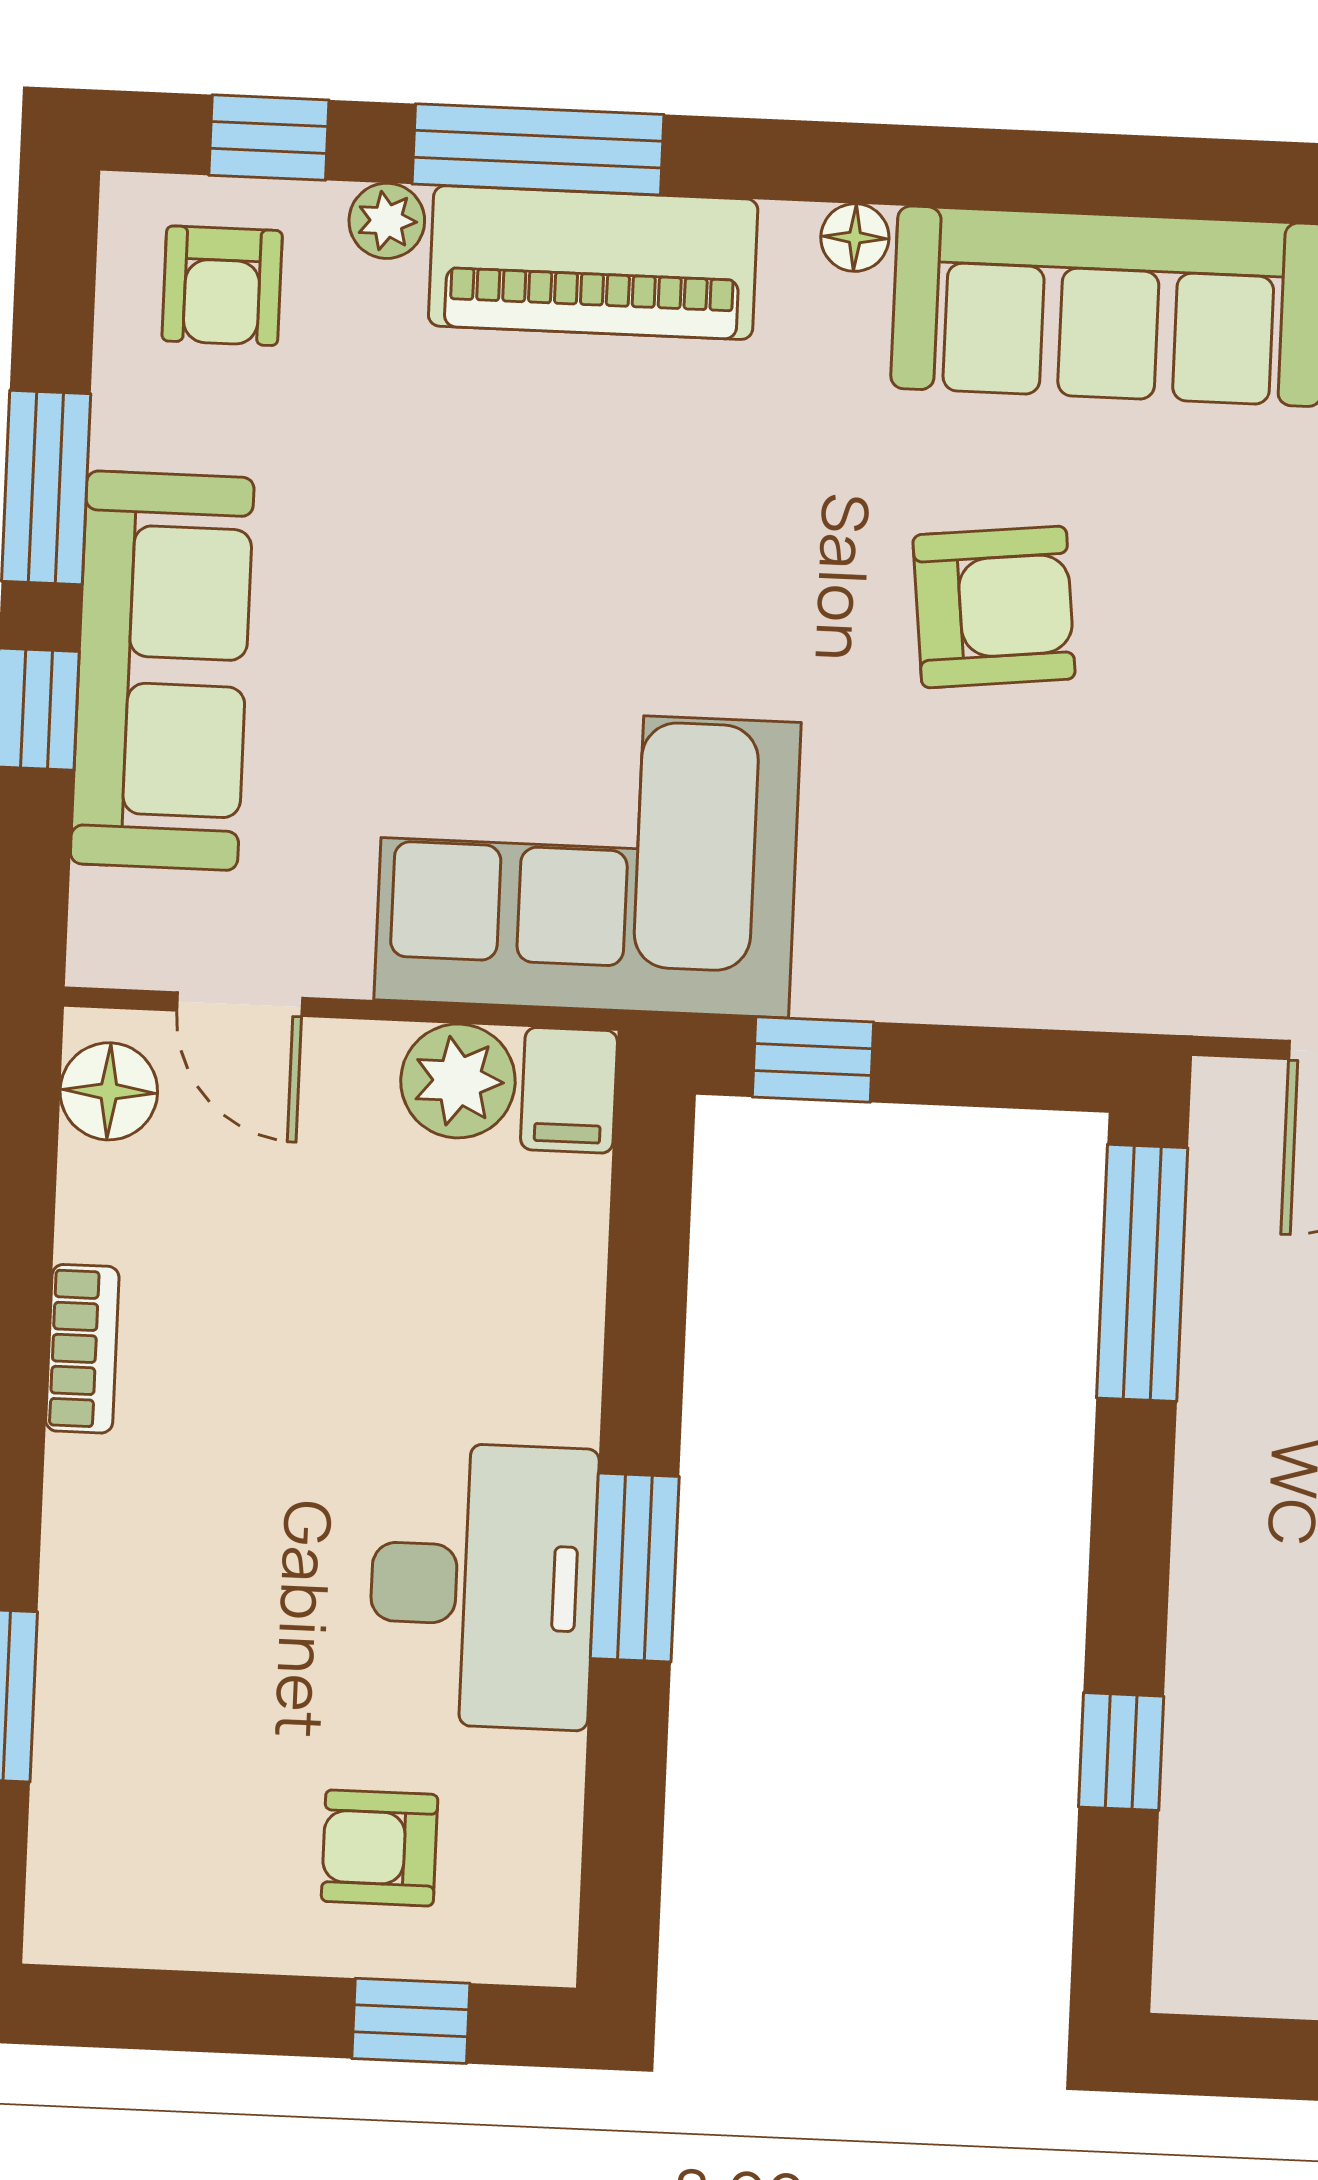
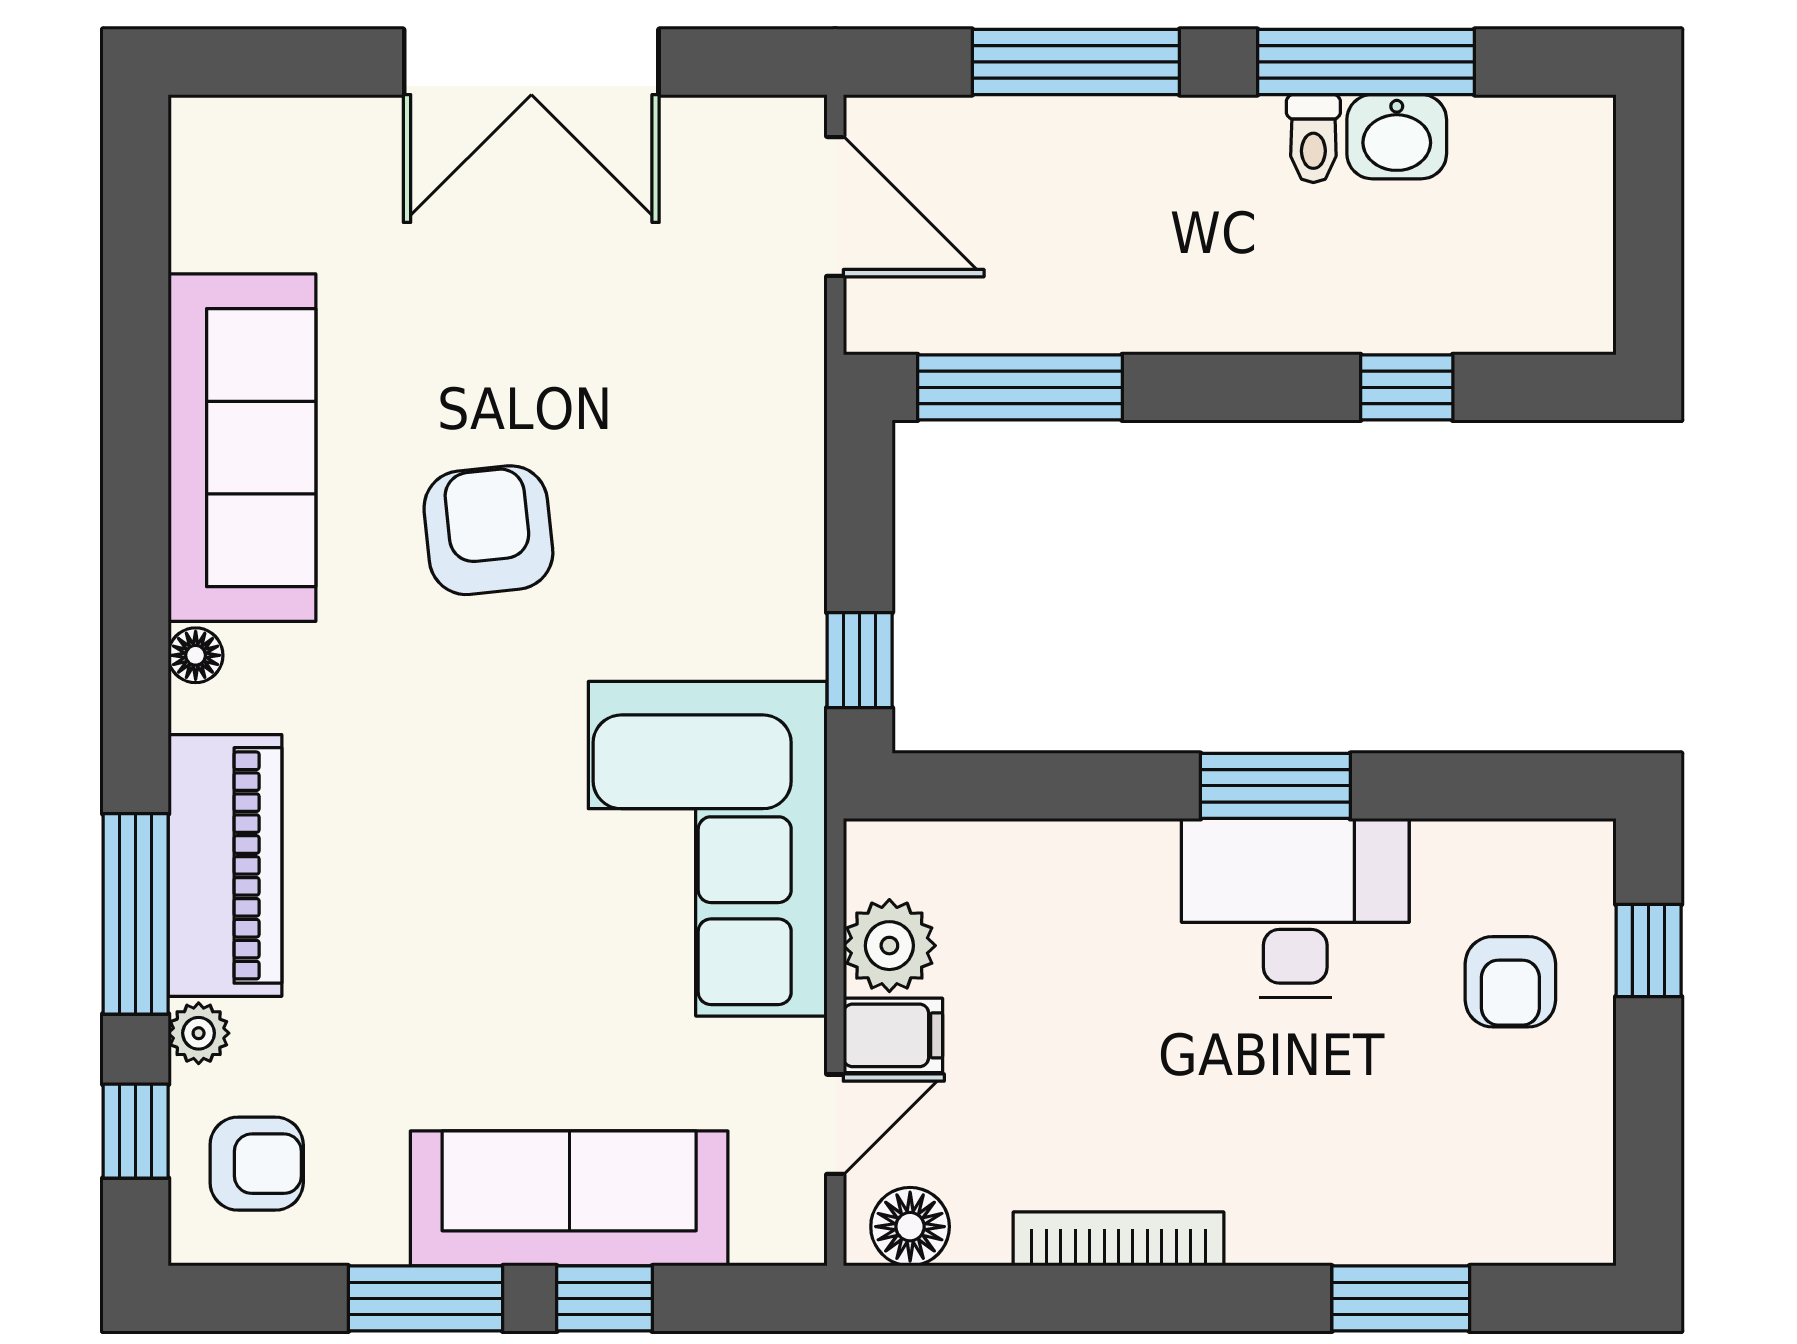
filing cabinet: (569, 1090) -> (893, 1035), moved
bookcase: (82, 1349) -> (1118, 1239), width x1.56

